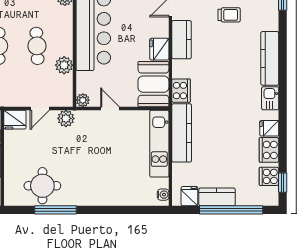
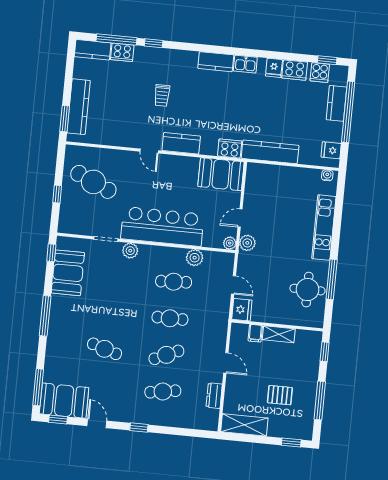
trolley: (229, 15) -> (162, 95), turned 180
fridge: (159, 49) -> (188, 165), removed
kitchen counter: (270, 58) -> (216, 62), width x0.67
plant: (66, 118) -> (247, 243), moved
kitchen unit: (159, 144) -> (324, 228), moved, turned 90
kitchen counter: (217, 197) -> (336, 103), moved

